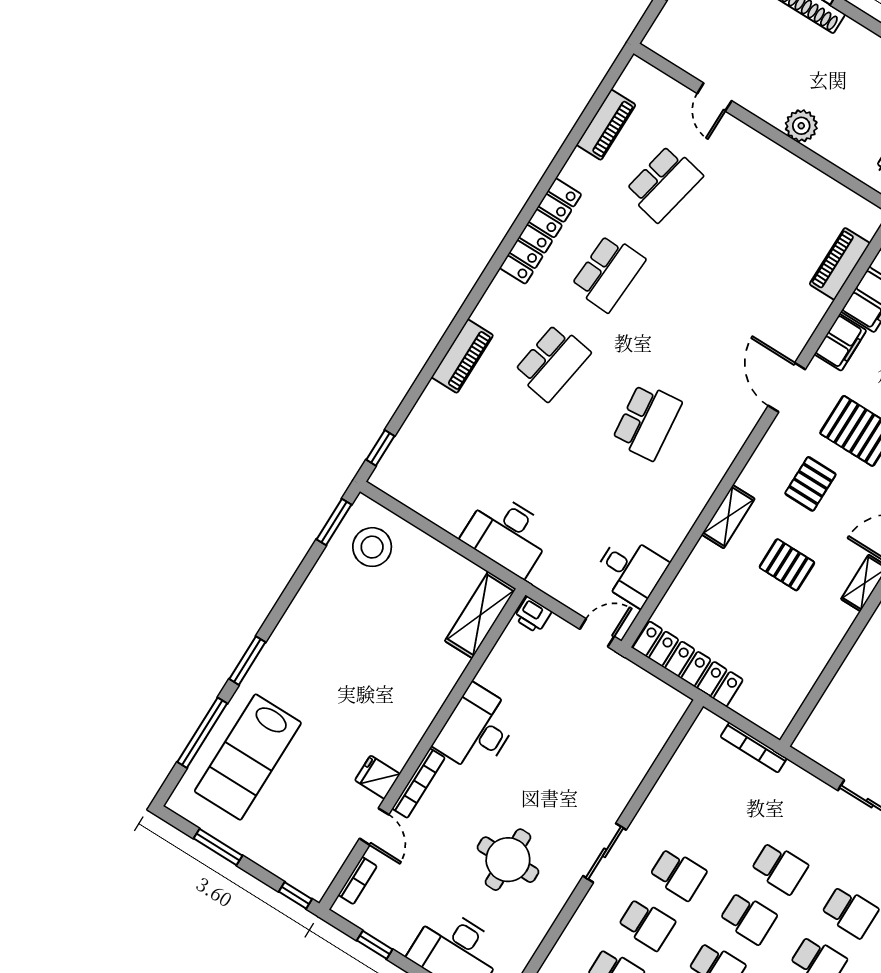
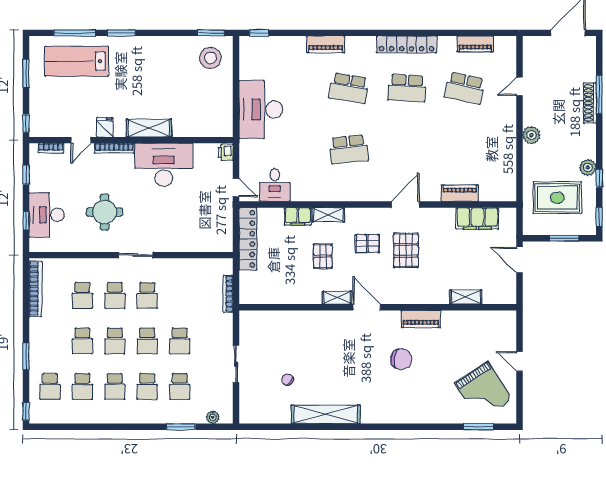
piano: (840, 264) -> (460, 193), moved
filing cabinet: (840, 342) -> (298, 216), moved
desk: (507, 534) -> (261, 109), width x1.36, depth x1.30
shelving: (480, 615) -> (149, 128), moved
desk: (477, 730) -> (164, 165), width x1.36, depth x1.30

